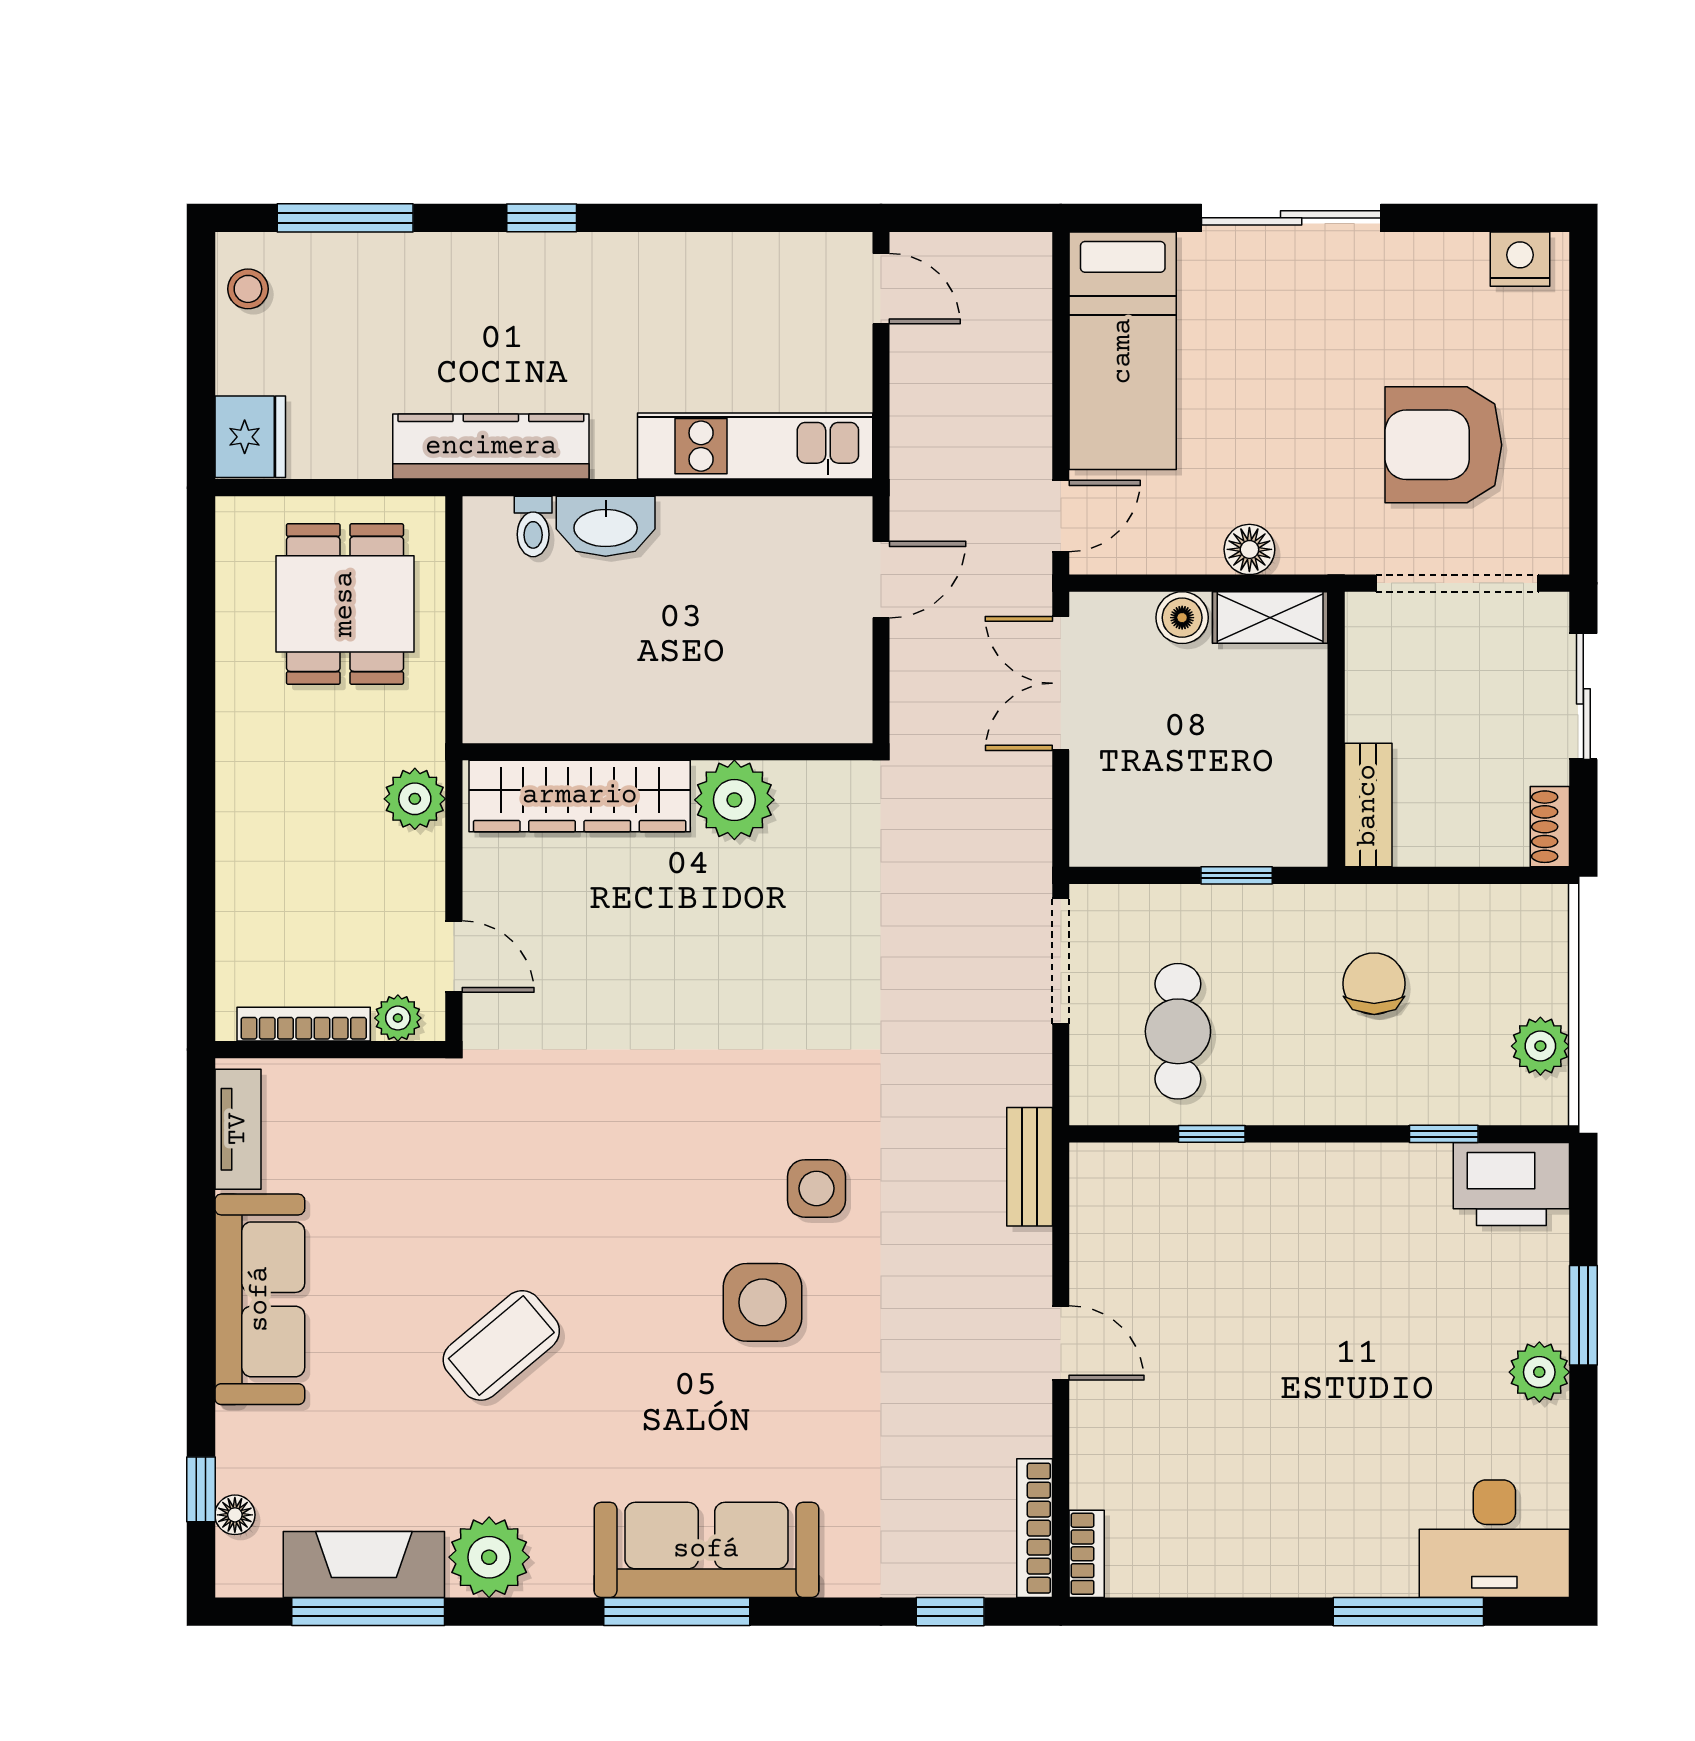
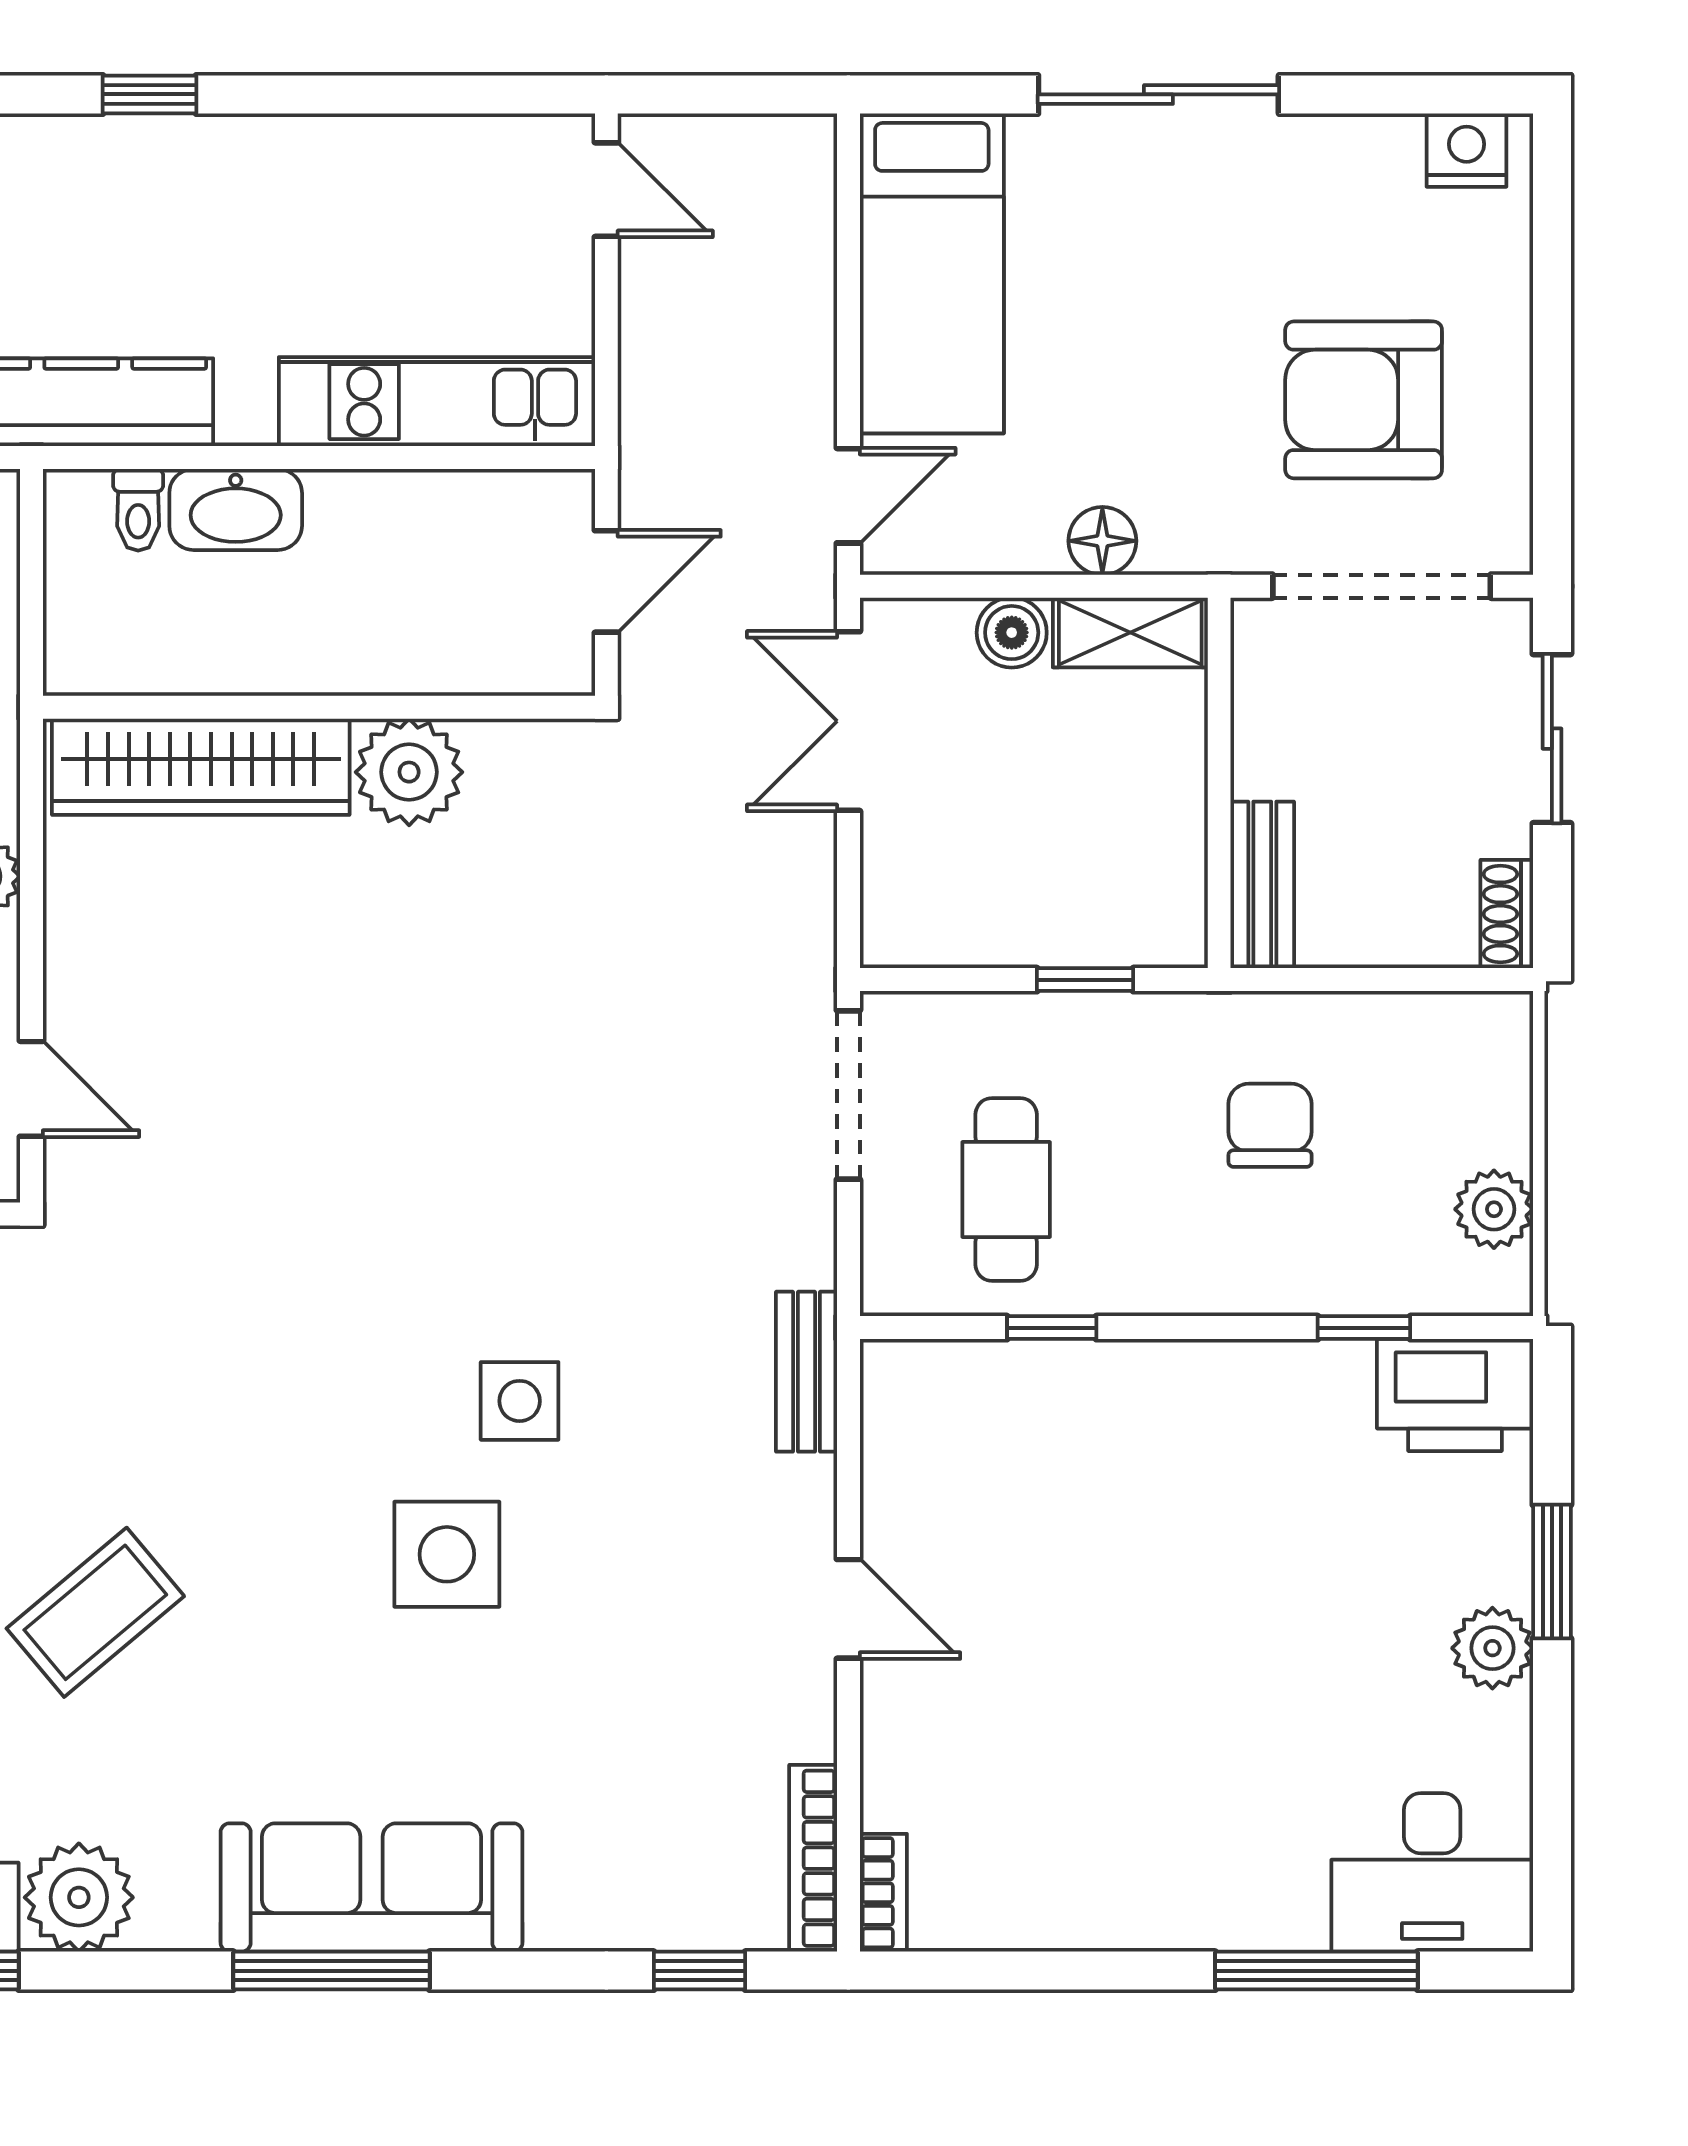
wall: (667, 752) -> (319, 707), moved
wardrobe: (580, 796) -> (201, 767), moved
plant: (734, 800) -> (409, 772), moved

